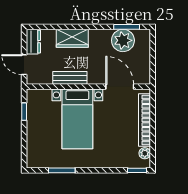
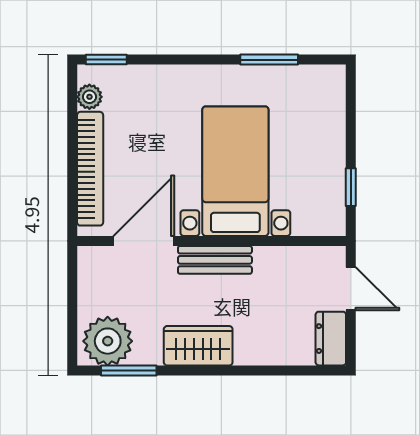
wardrobe: (72, 38) -> (198, 346), moved
plant: (123, 40) -> (108, 341), moved
bench: (70, 78) -> (215, 260), moved
door: (120, 87) -> (144, 241), swing flipped

